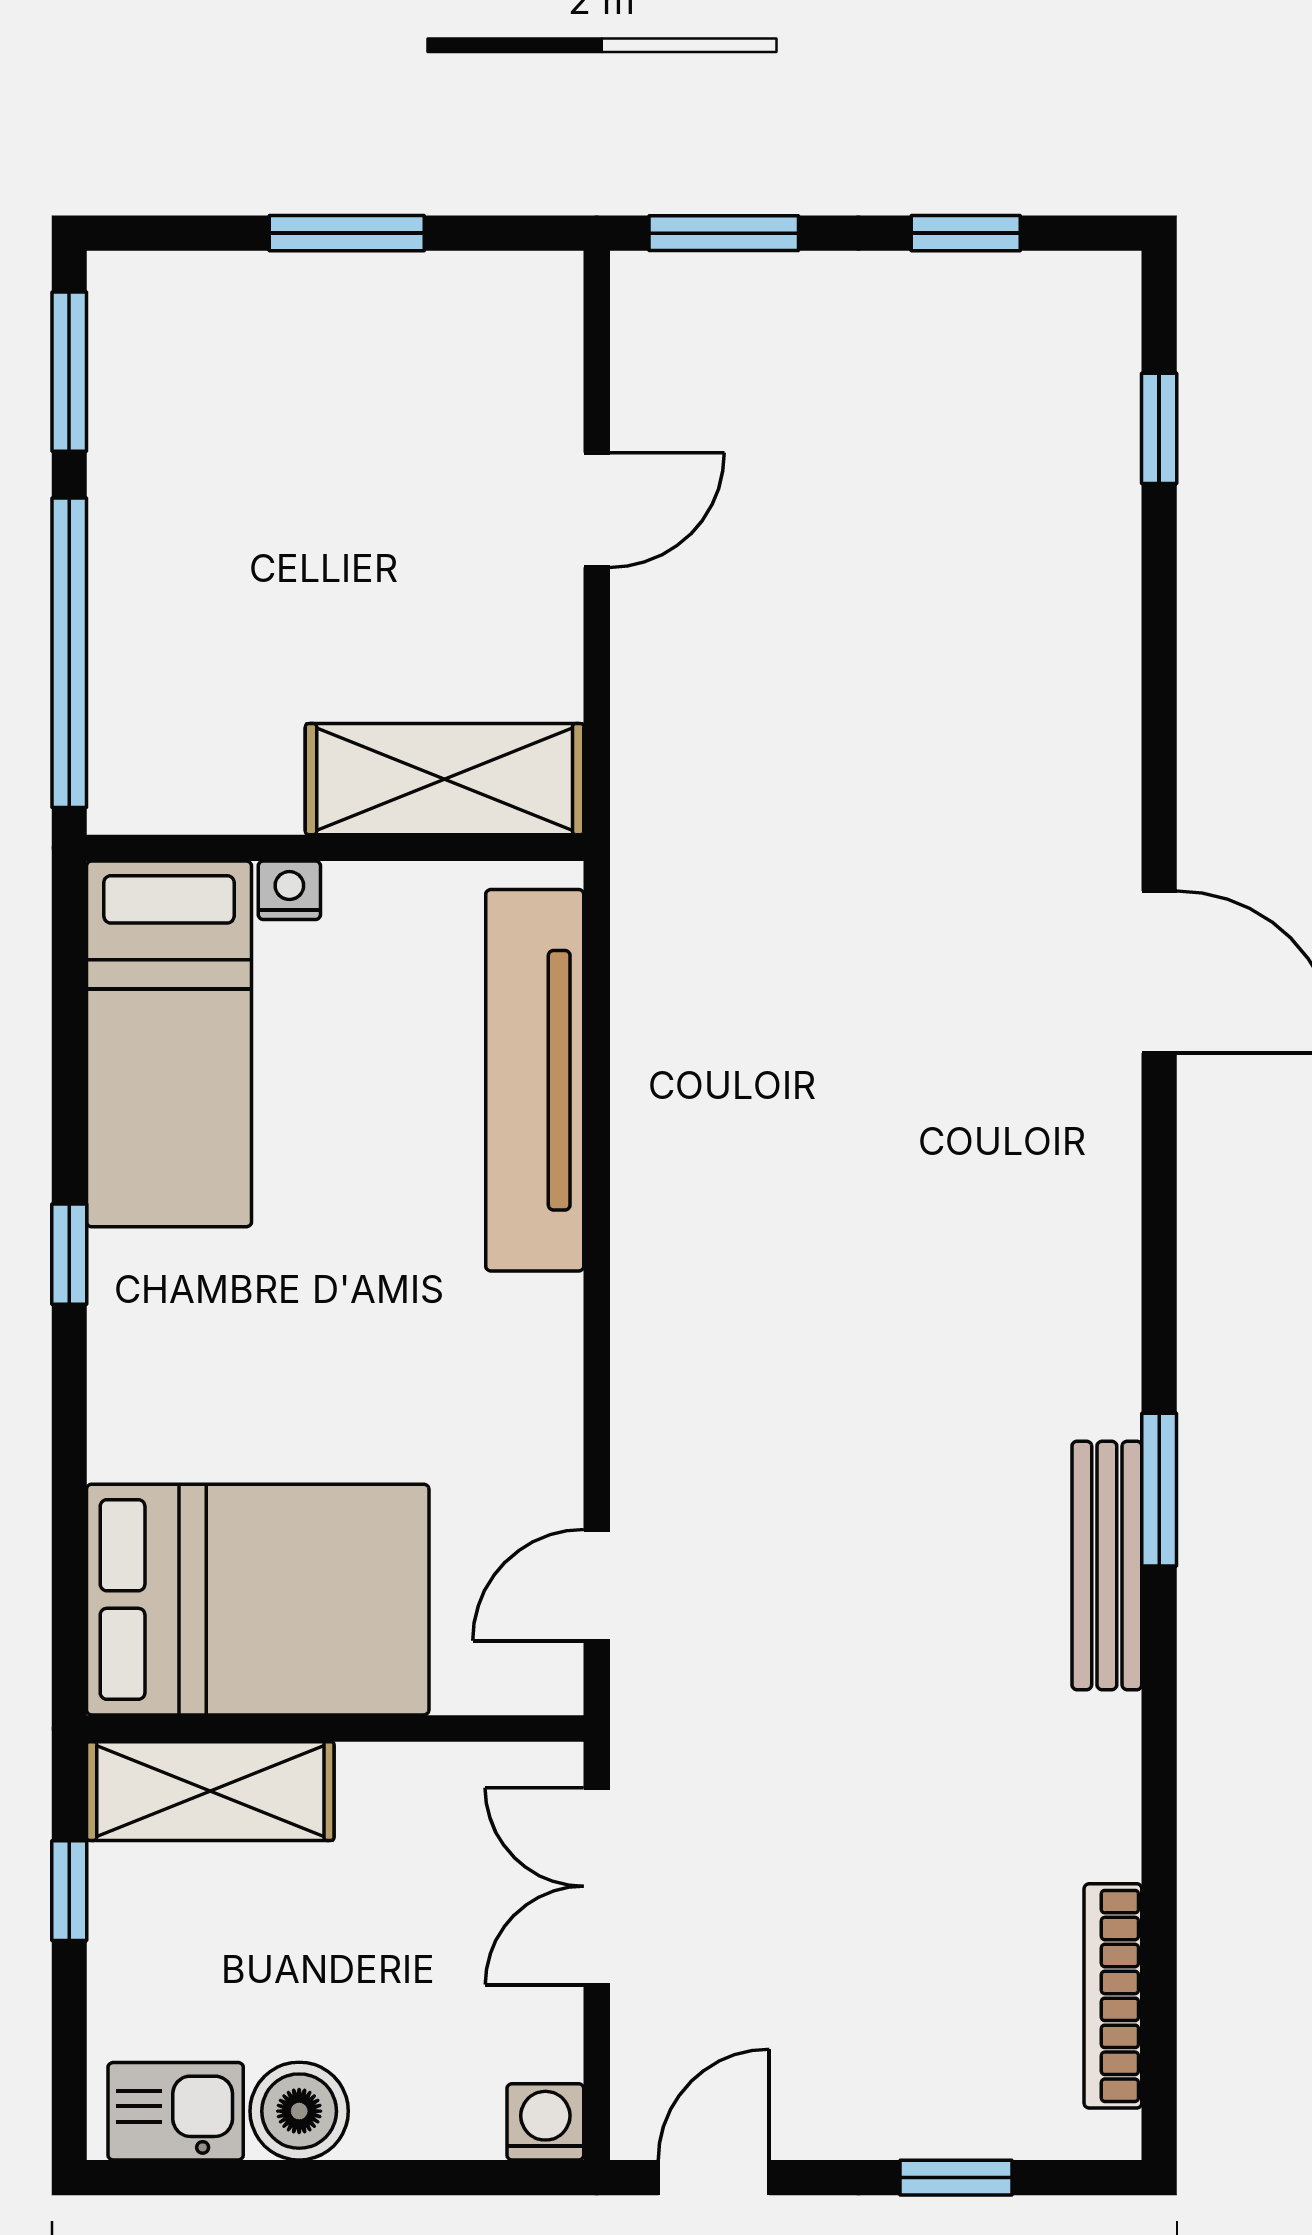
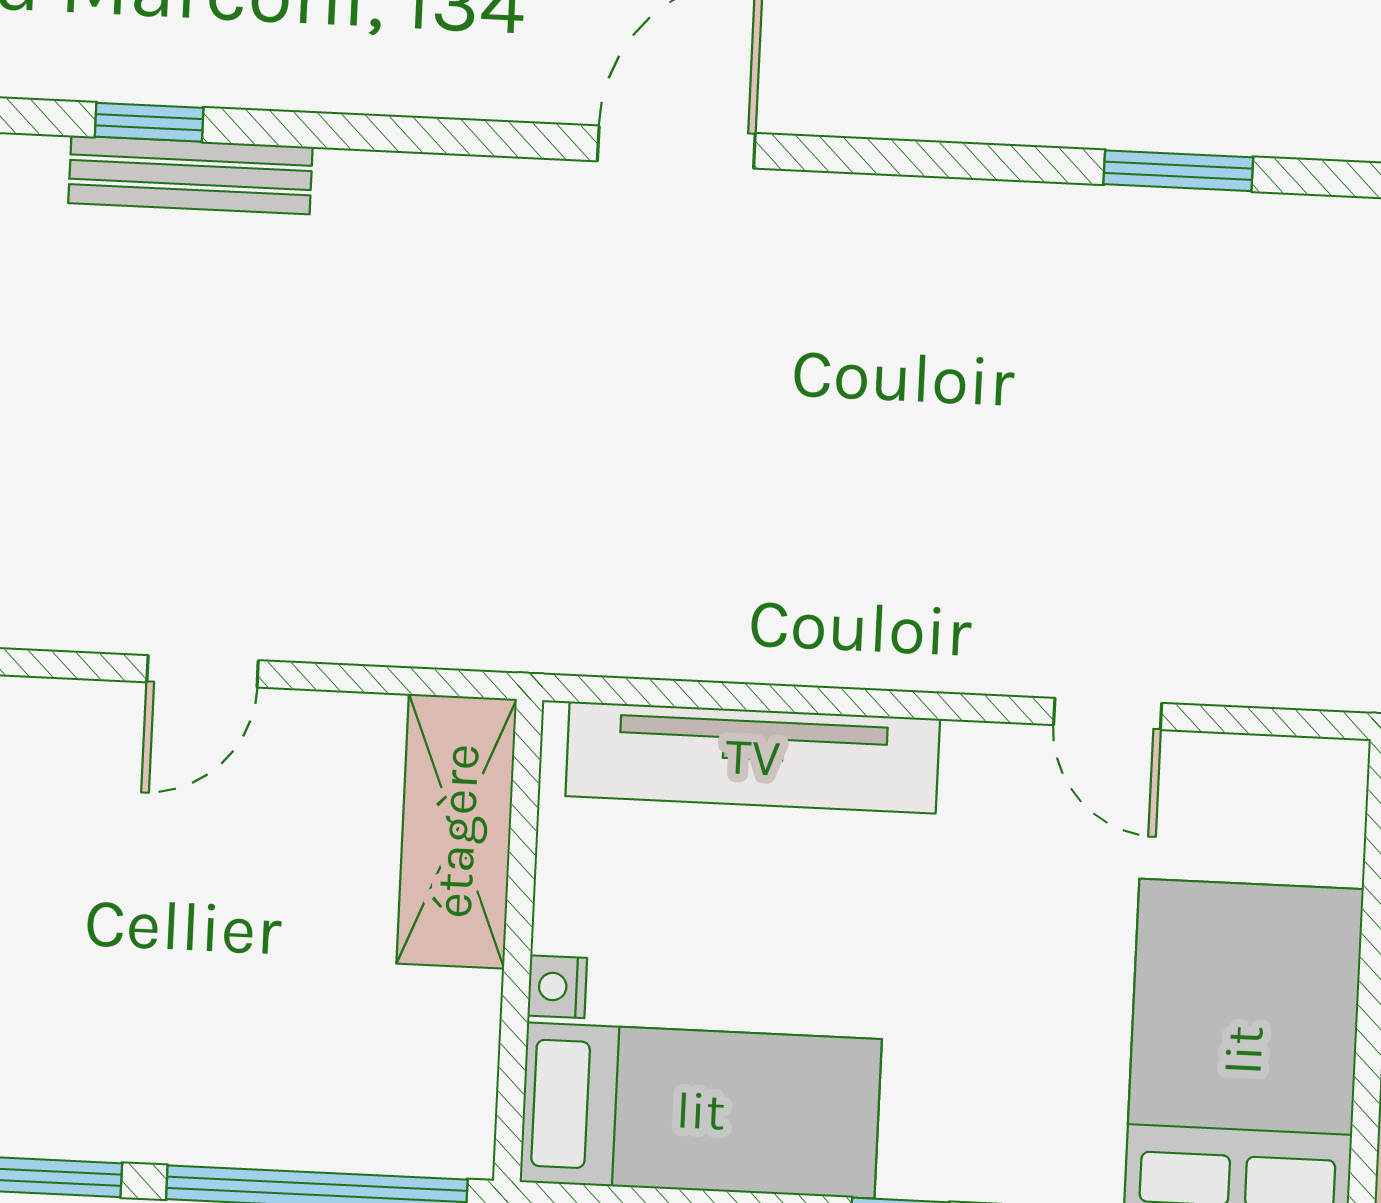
door: (597, 510) -> (203, 671), swing flipped
bench: (1107, 1565) -> (190, 175), moved
door: (597, 1585) -> (1108, 714), moved

